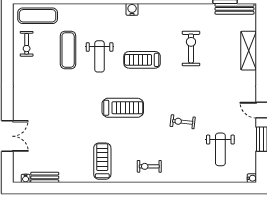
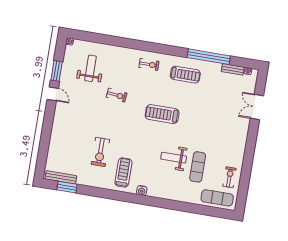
shelving: (249, 51) -> (55, 143), removed
weight bench: (100, 56) -> (174, 158), turned -90
treadmill: (142, 60) -> (123, 172), moved, turned -90
treadmill: (102, 161) -> (185, 75), turned -90
window: (77, 188) -> (209, 57), added

